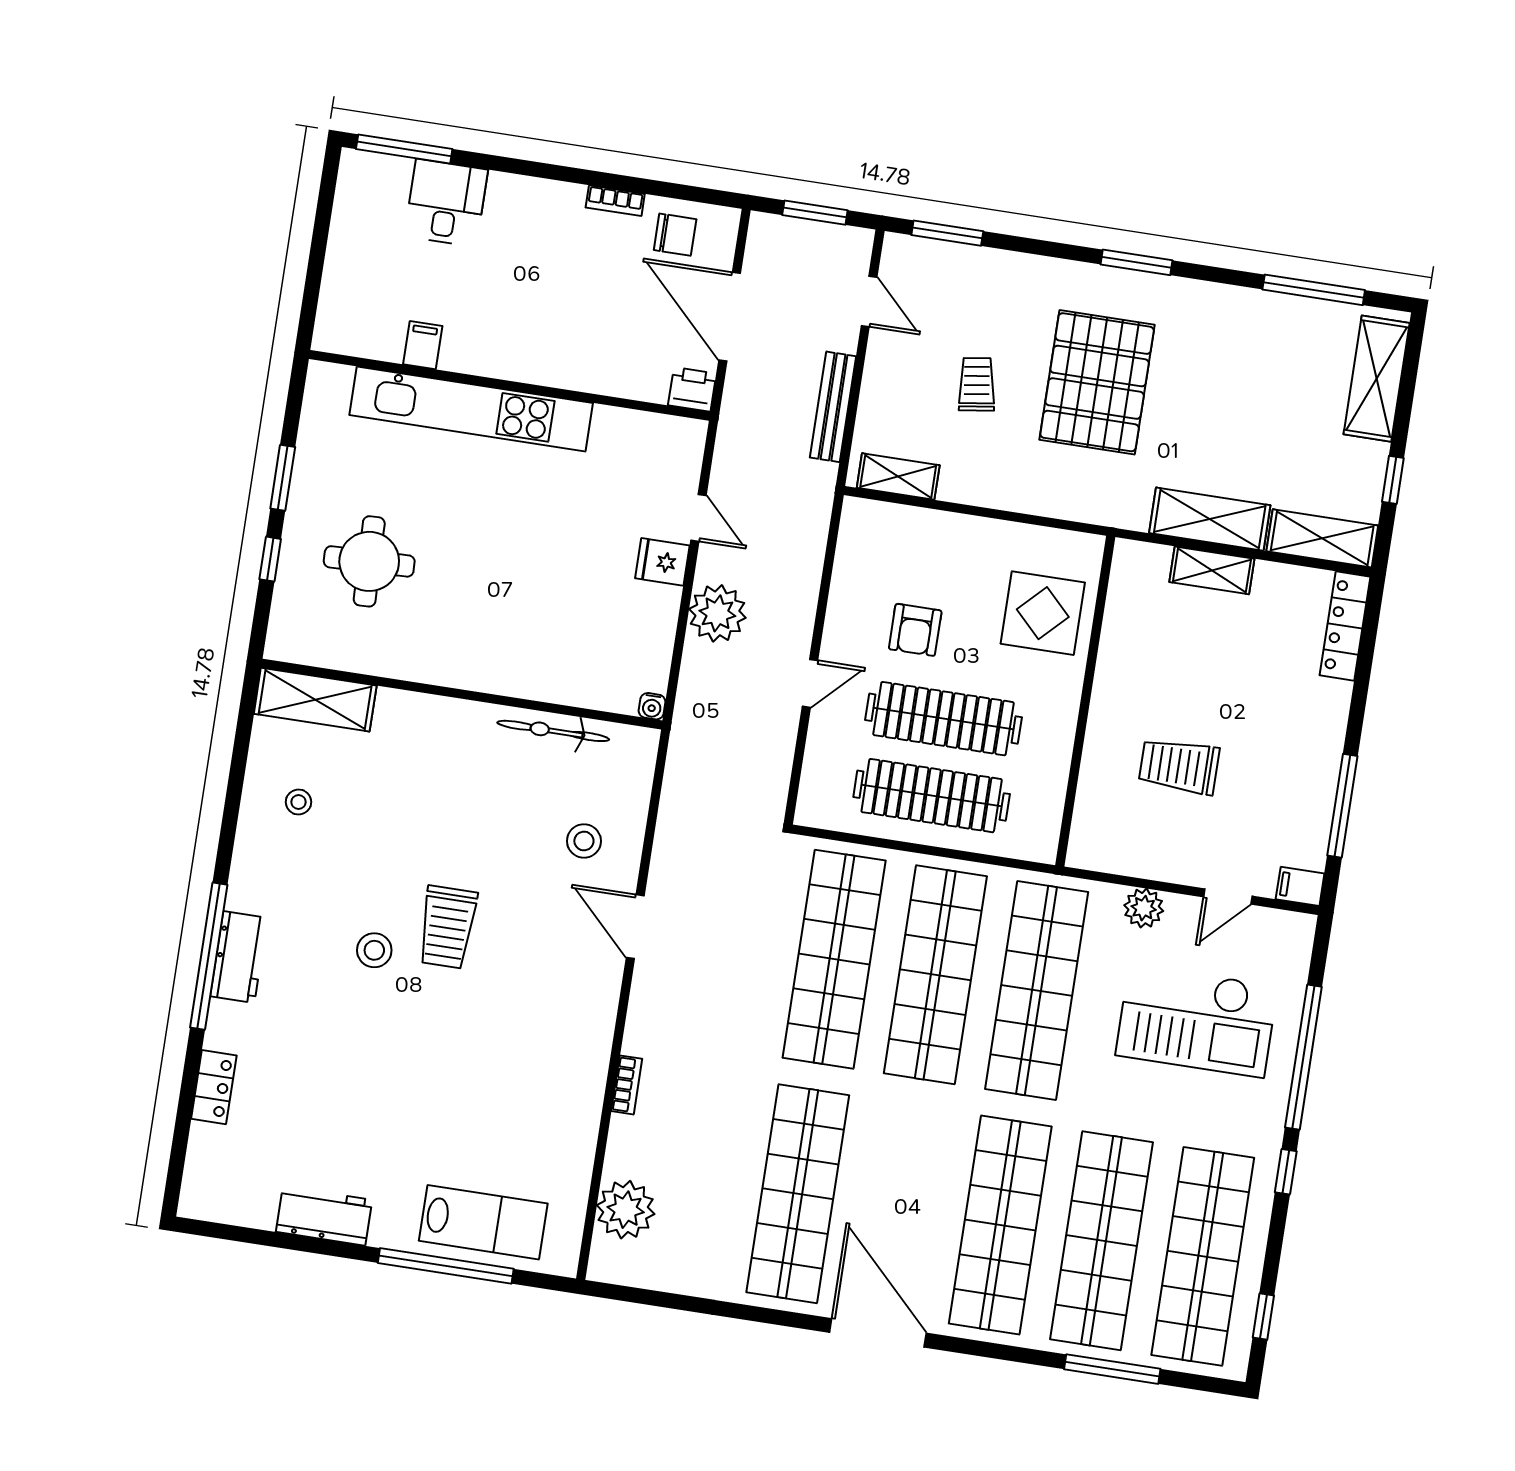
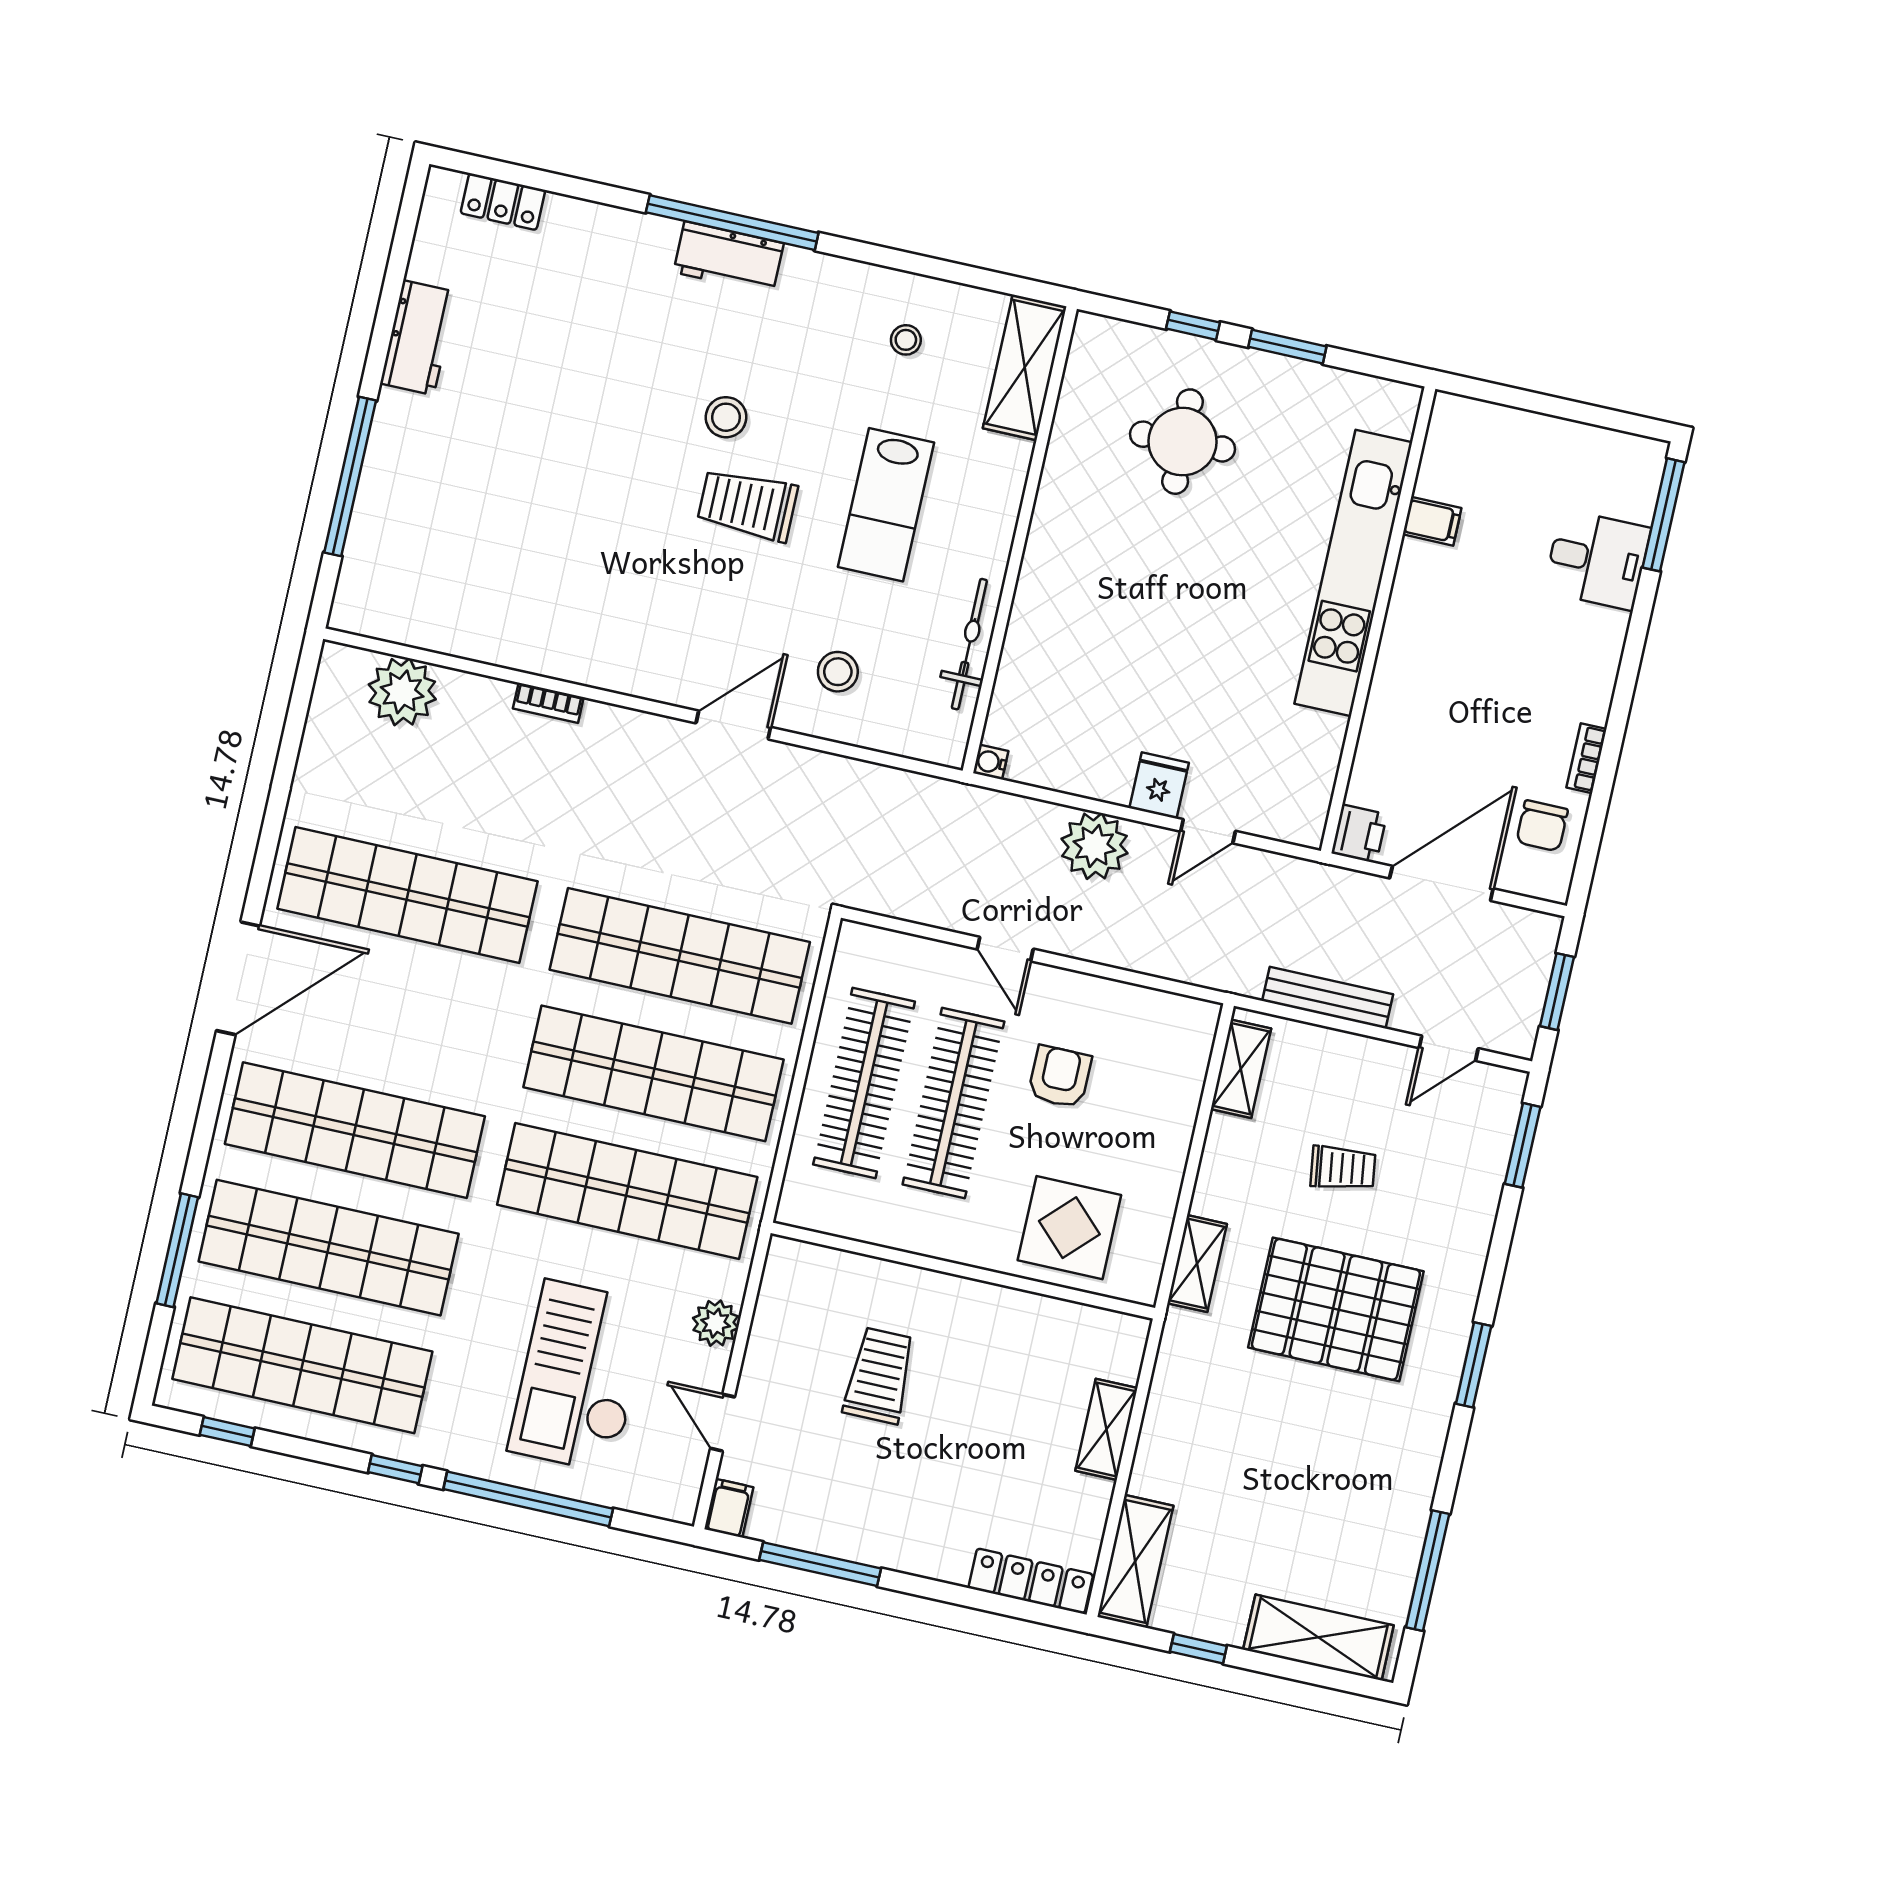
shelving: (1210, 519) -> (1197, 1264), moved, width x0.67, depth x0.75
armchair: (915, 630) -> (1060, 1077), turned 90
locker: (214, 1087) -> (503, 202), moved
lab bench: (483, 1222) -> (886, 505), moved

